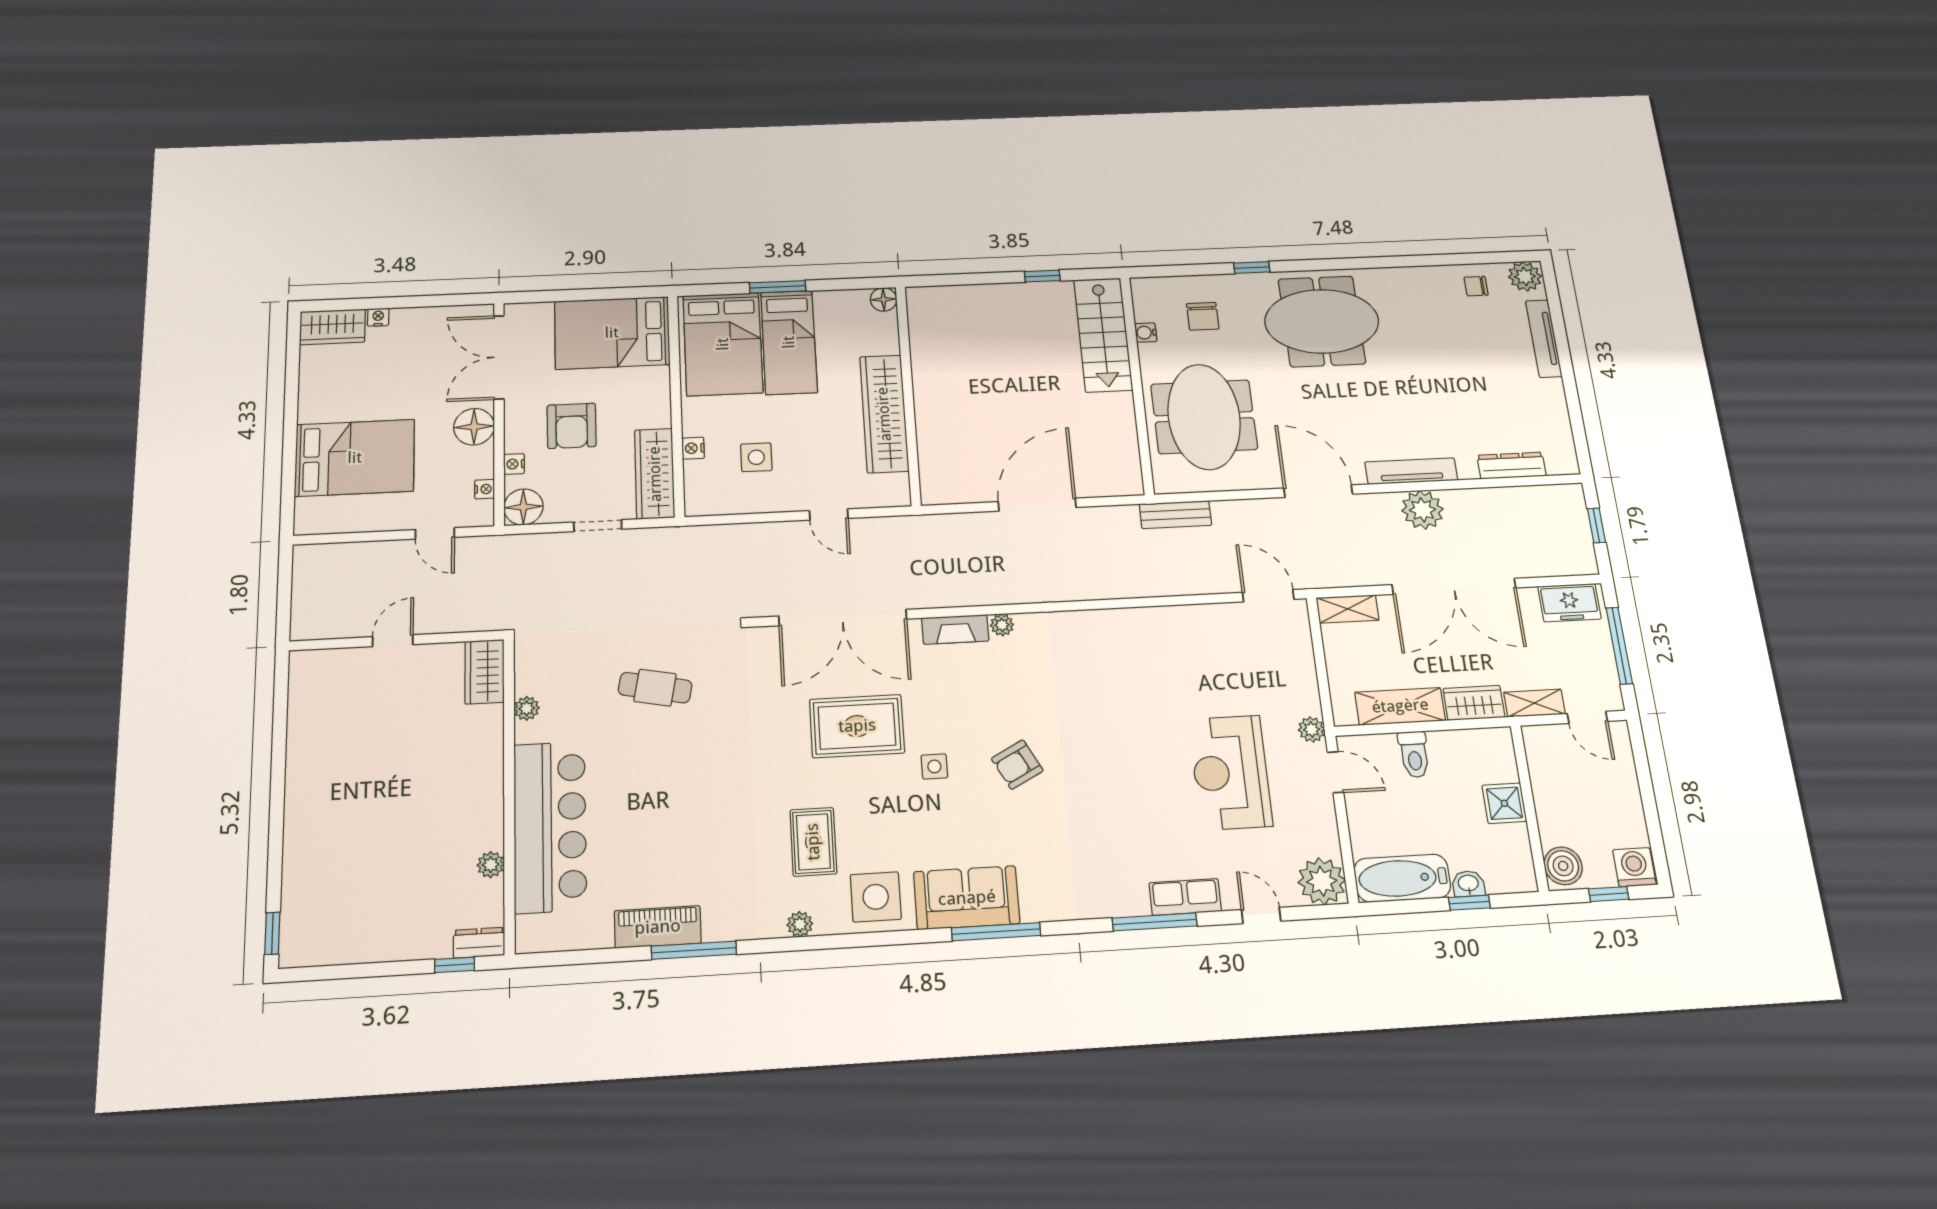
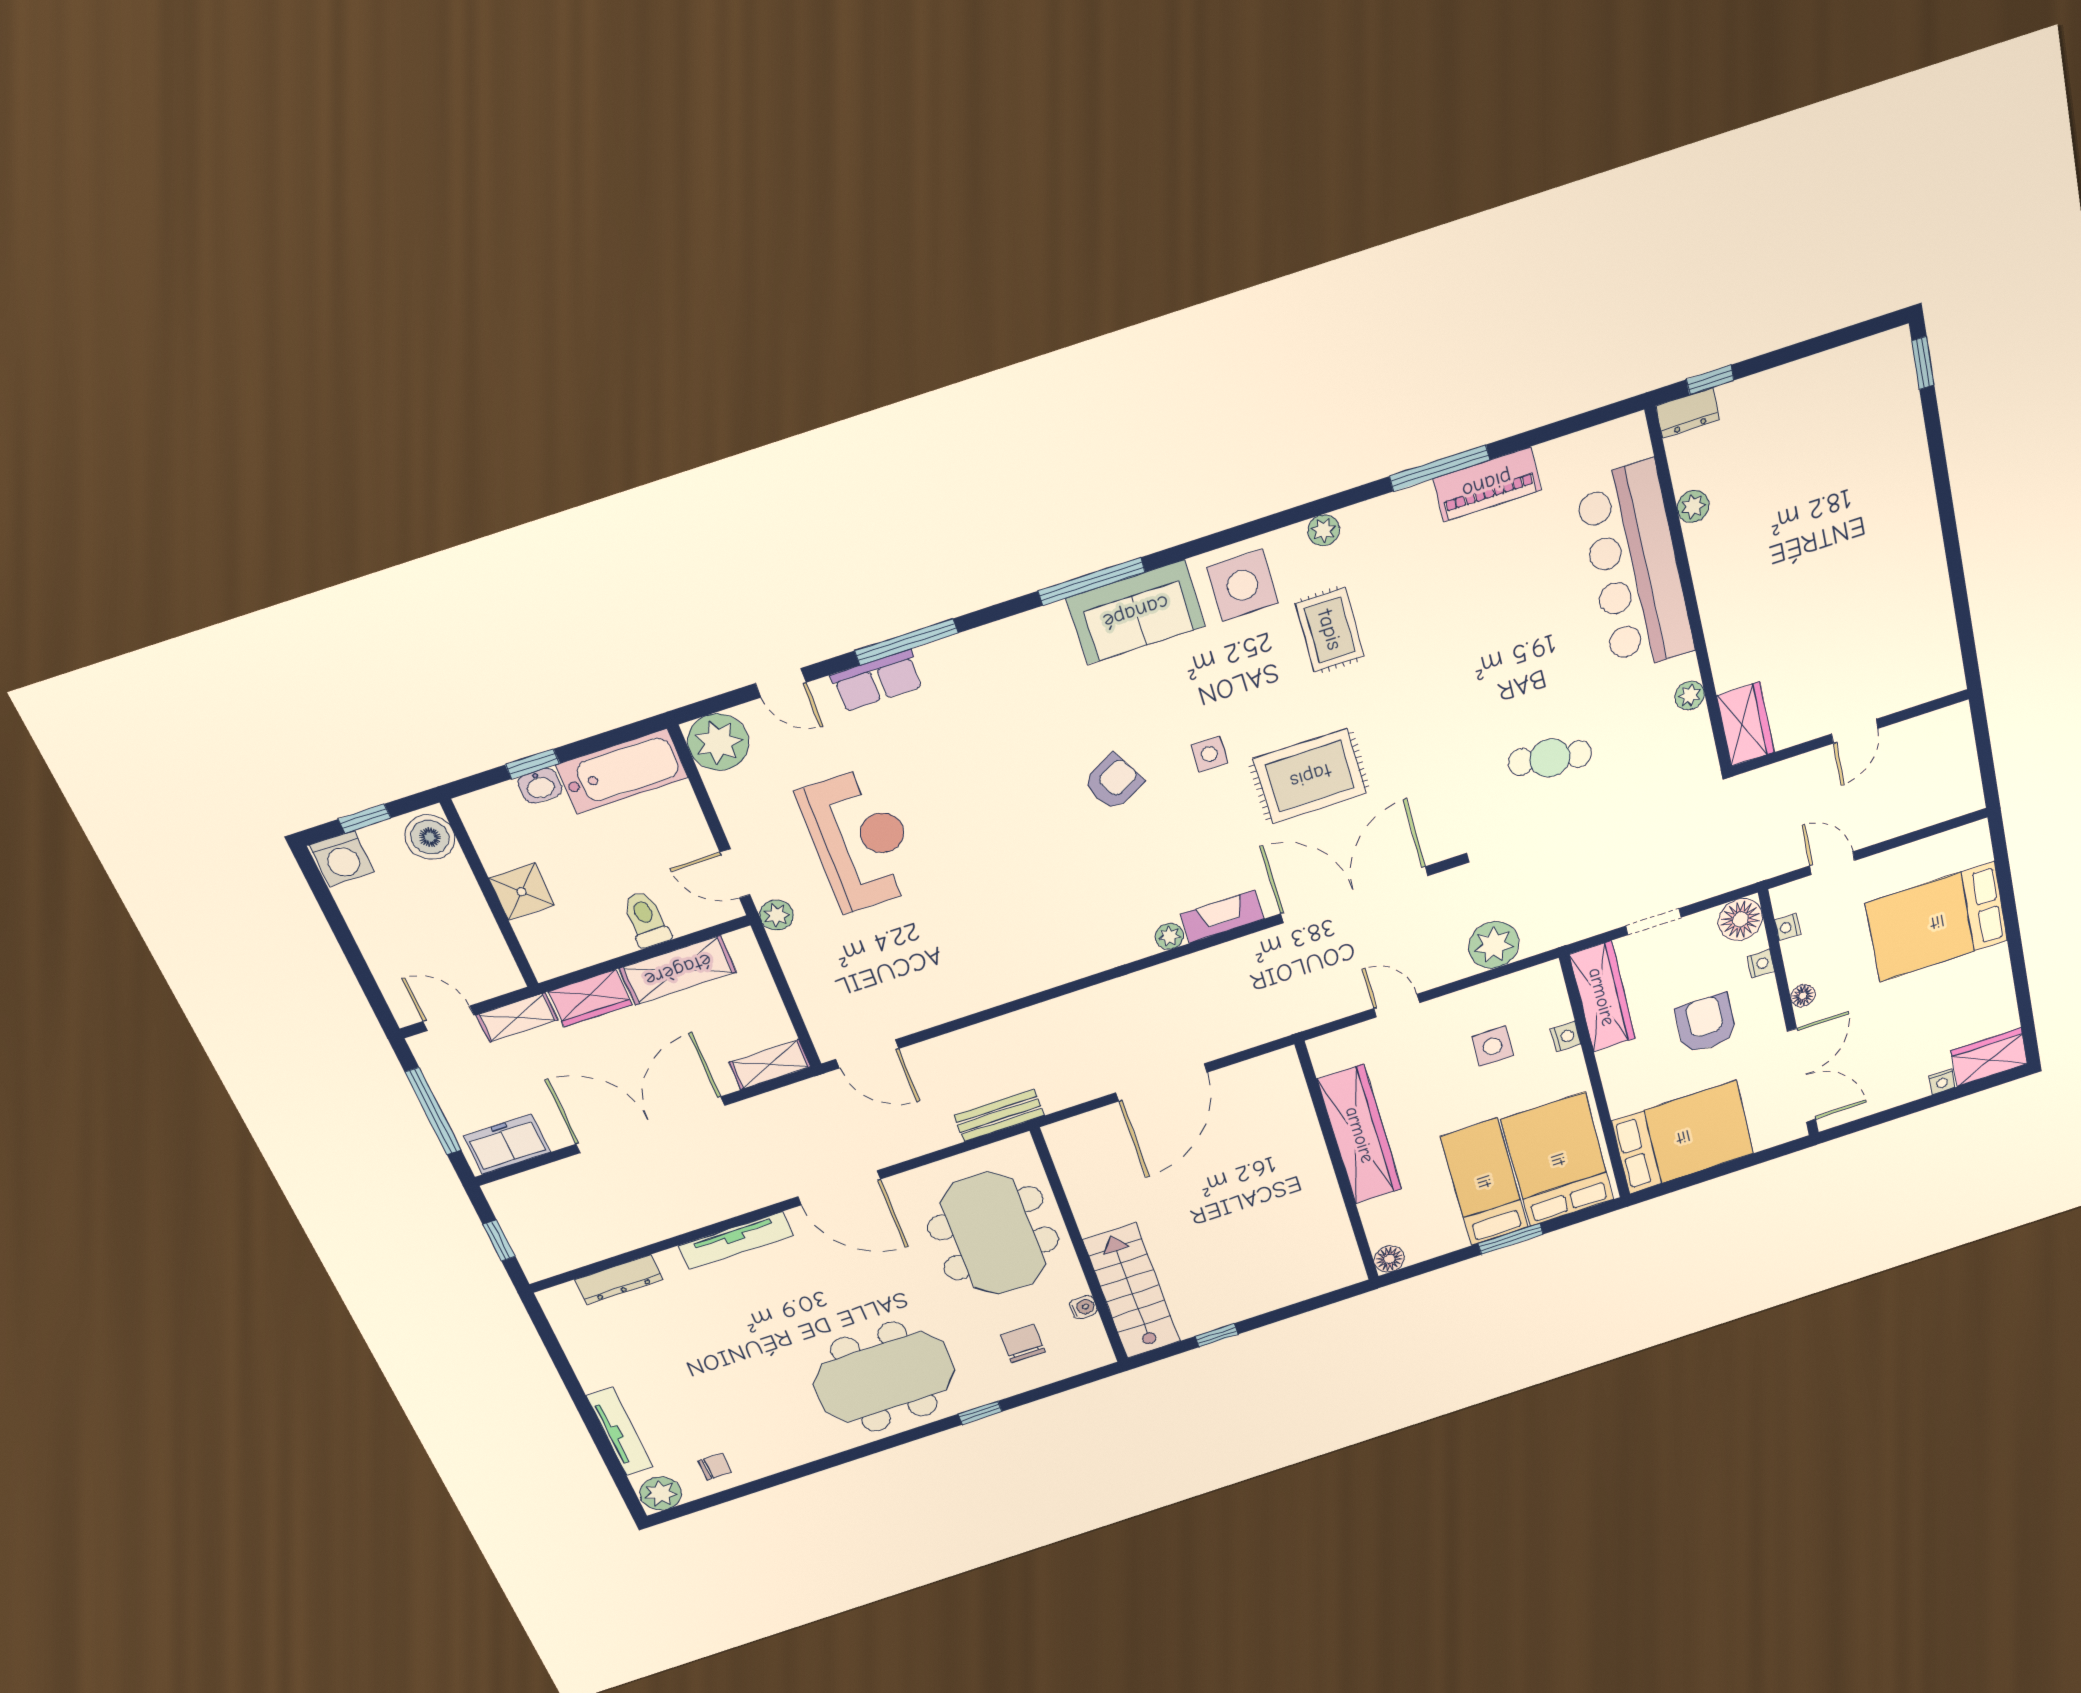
floor lamp: (474, 427) -> (1803, 996), width x0.53, depth x0.53
plant: (1422, 510) -> (1494, 945), moved

